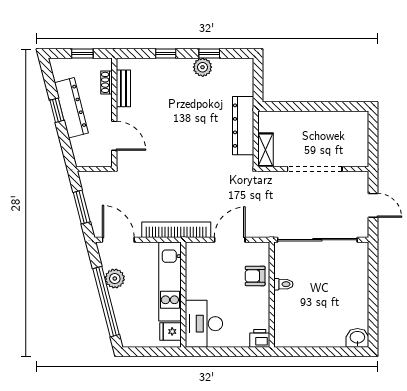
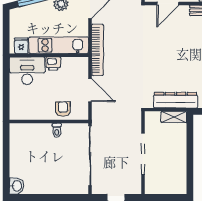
shelving: (266, 150) -> (174, 117), moved
printer: (260, 338) -> (53, 64), moved, turned 90

